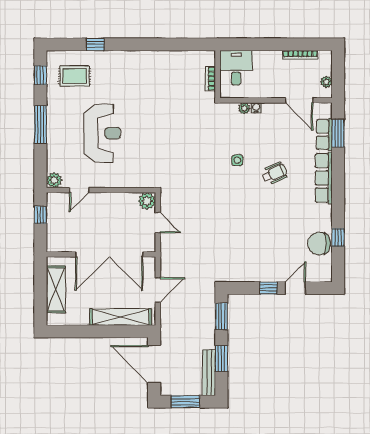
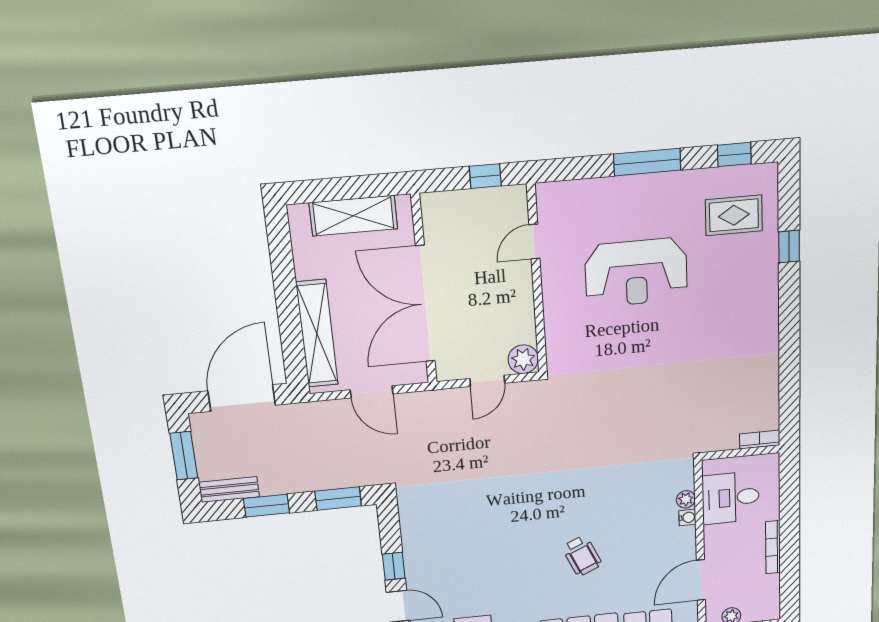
bookcase: (300, 55) -> (773, 547), moved
desk: (236, 68) -> (731, 498), moved, turned 180
rug: (74, 76) -> (734, 215), turned 90
bookcase: (211, 79) -> (760, 440), moved
side table: (237, 160) -> (600, 497), removed
plant: (54, 180) -> (549, 195), removed
door: (79, 190) -> (534, 241), hinge flipped
bench: (209, 373) -> (229, 490), width x0.73

